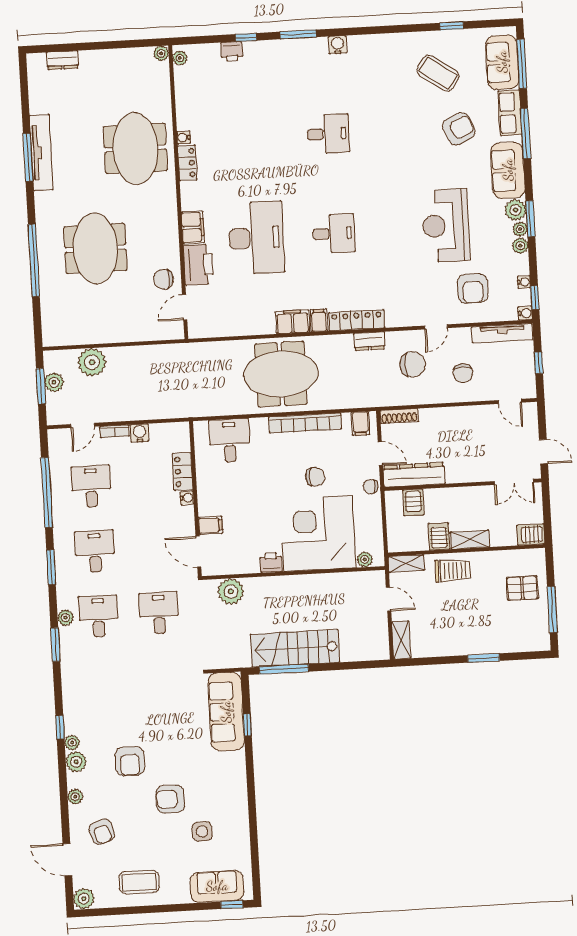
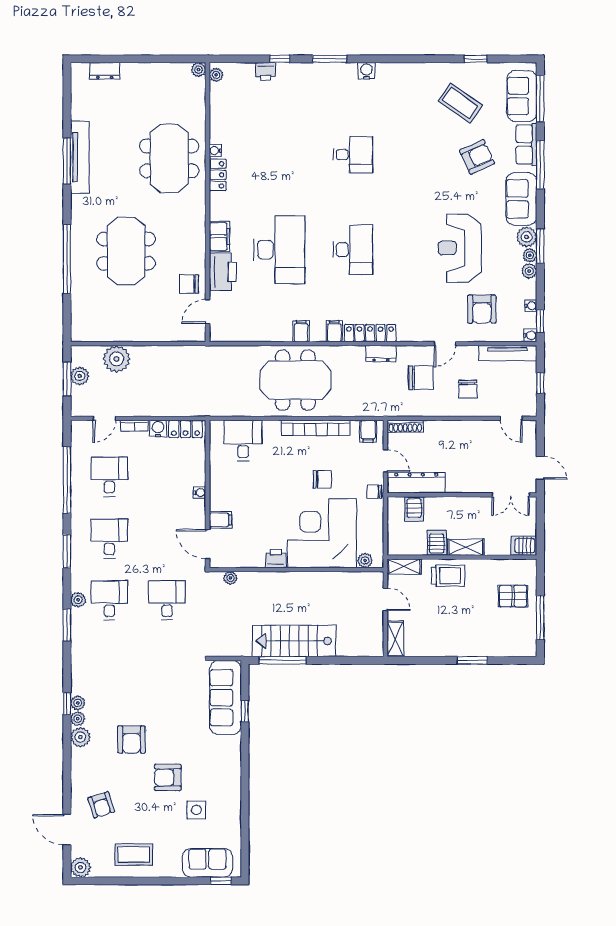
desk: (334, 233) -> (353, 250), width x1.37
filing cabinet: (293, 322) -> (301, 331), width x0.50
locker: (183, 472) -> (185, 429), moved, turned -90
plant: (231, 592) -> (230, 578), width x0.53, depth x0.53
plant: (75, 797) -> (78, 703), moved

